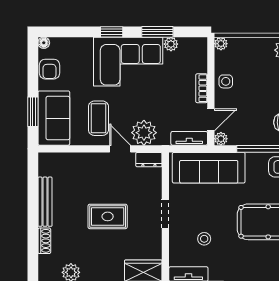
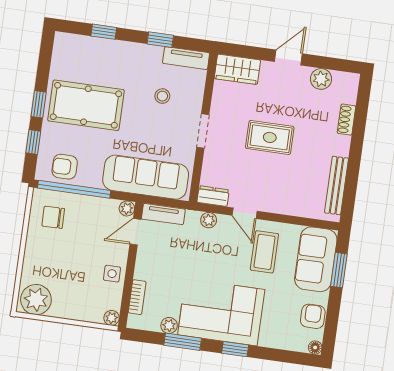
bookcase: (202, 88) -> (137, 297), moved
plant: (144, 133) -> (209, 220), width x0.53, depth x0.53
bench: (45, 202) -> (336, 185), moved

